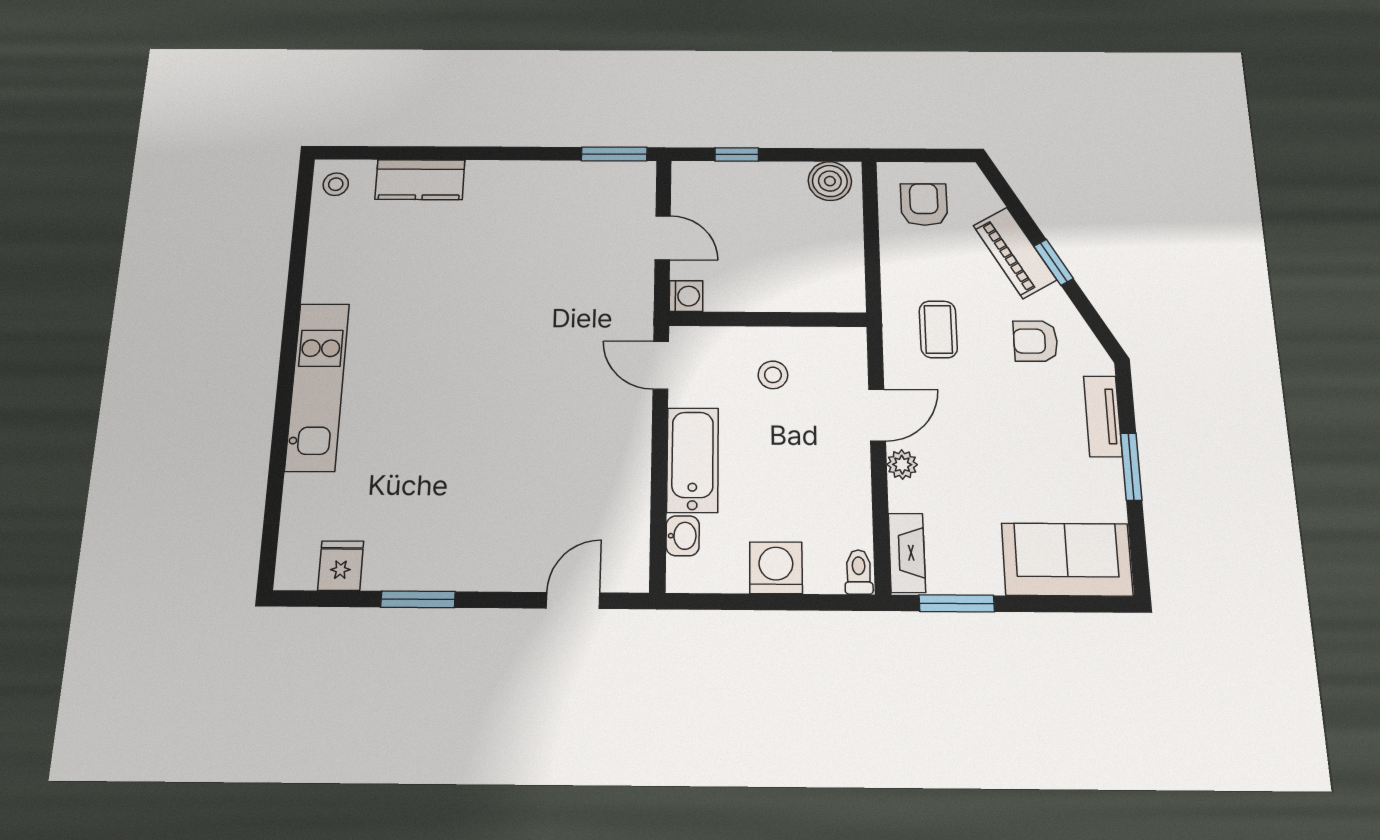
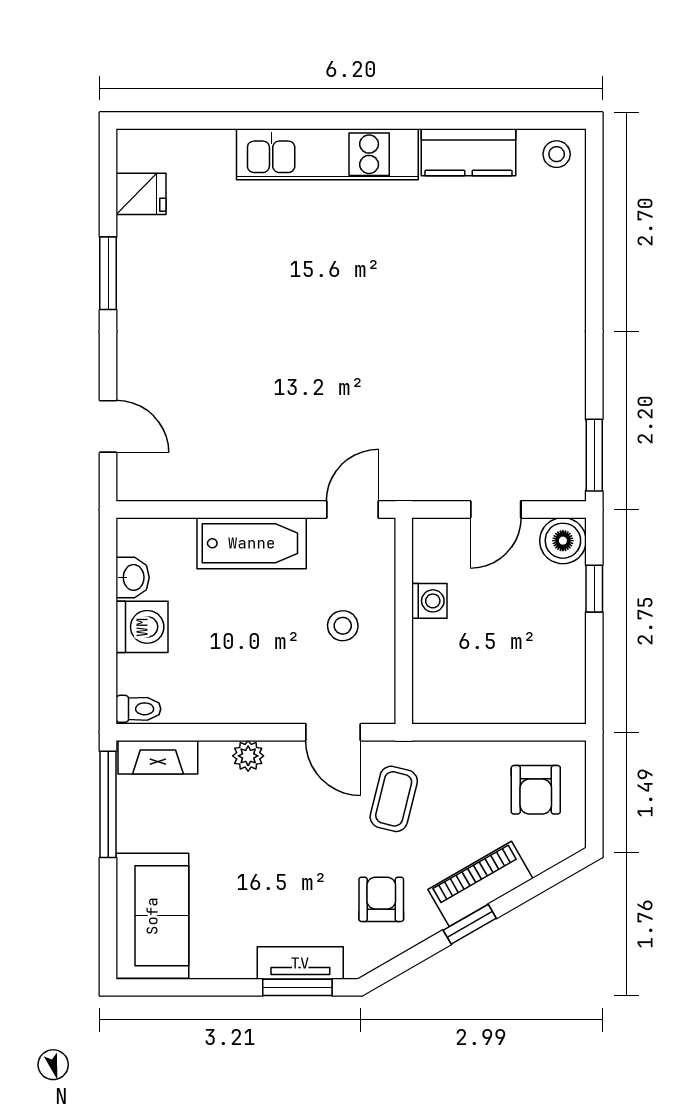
kitchen counter: (420, 180) -> (468, 152), moved, turned -90
boiler: (830, 181) -> (563, 541), moved
armchair: (924, 205) -> (536, 790), turned 90
washing machine: (686, 296) -> (429, 601), moved, turned -90
coffee table: (938, 329) -> (394, 799), turned -76
door: (877, 415) -> (333, 732), moved
window: (1131, 467) -> (297, 987), moved
washbasin: (683, 536) -> (133, 577), moved, turned -90
window: (957, 603) -> (108, 804), width x1.44

